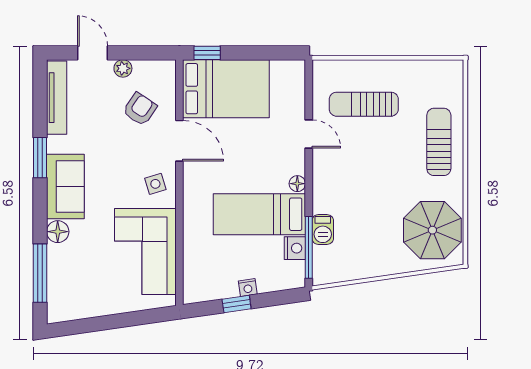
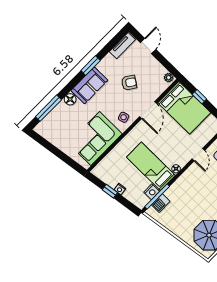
window: (207, 53) -> (199, 97), moved
plant: (123, 68) -> (169, 78), moved
tv unit: (57, 98) -> (122, 46), width x0.71
armchair: (140, 109) -> (129, 83), moved
barbecue: (323, 230) -> (161, 203), moved

